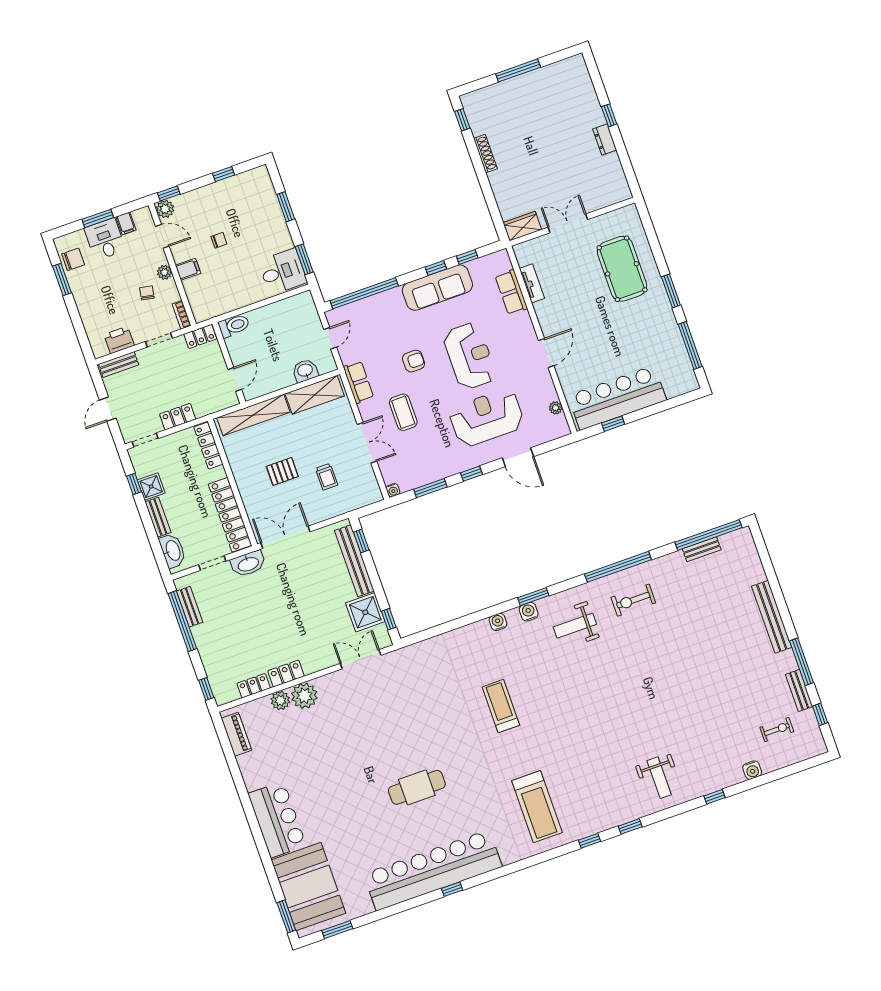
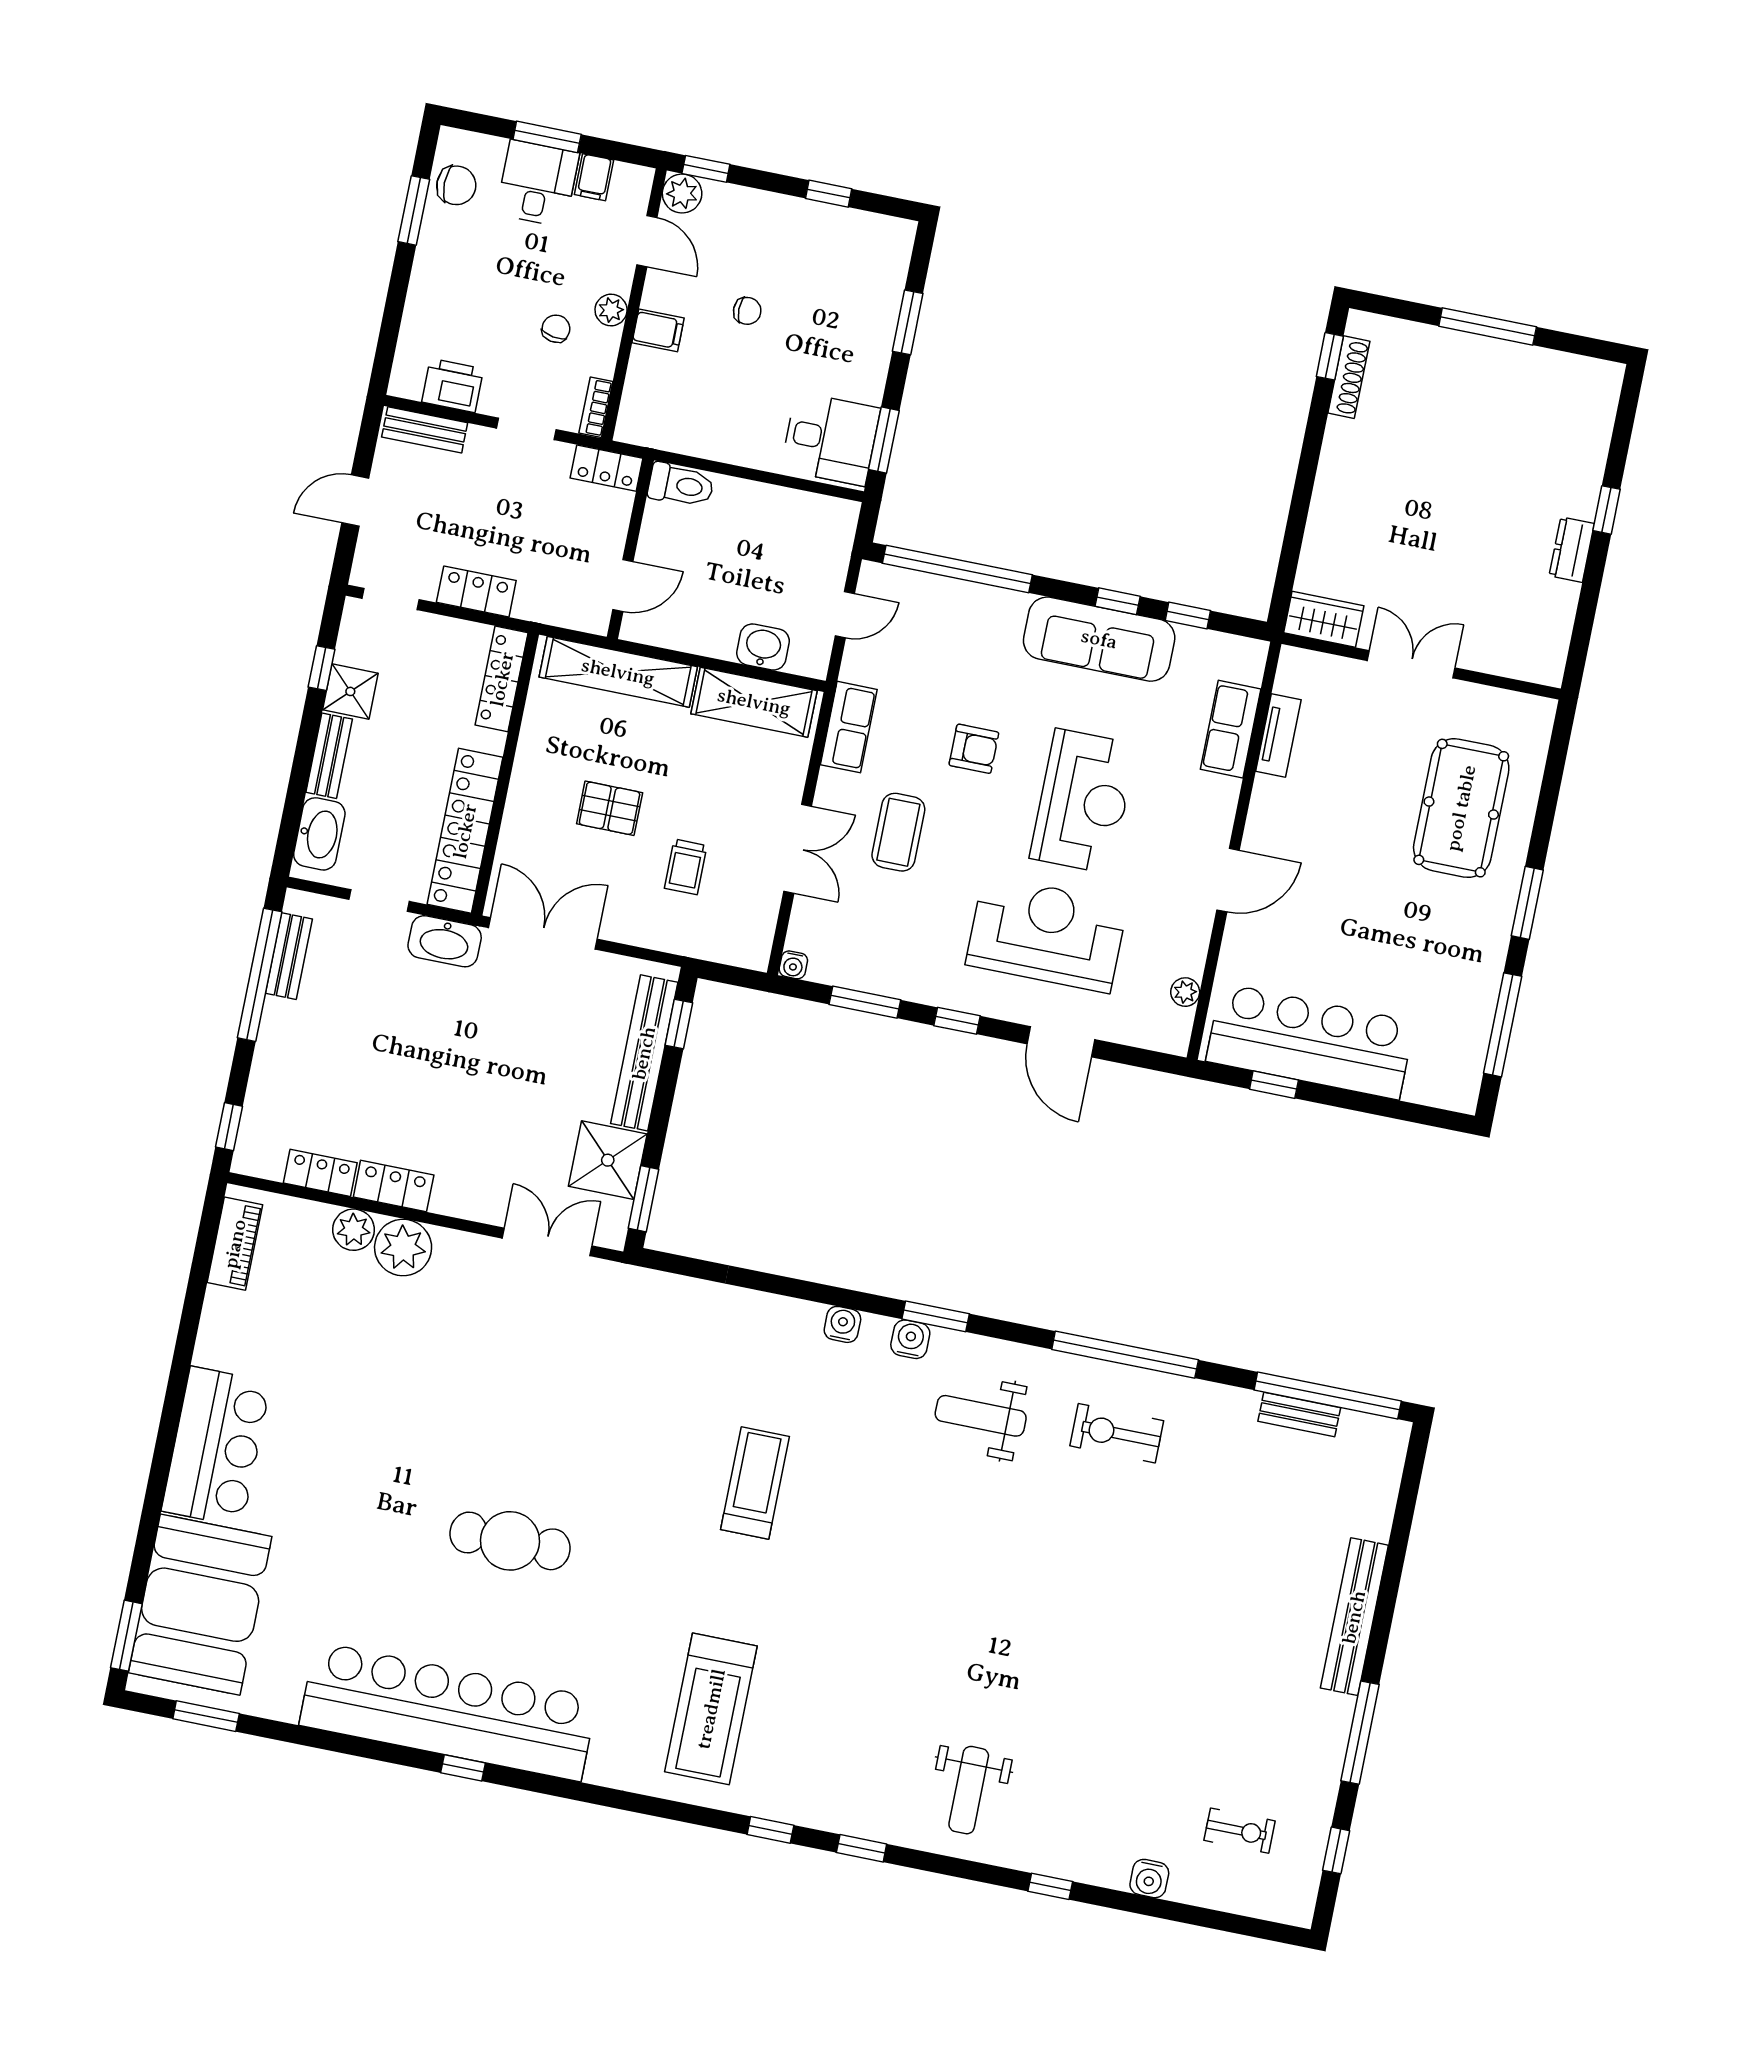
shoe rack: (485, 154) -> (1349, 377), moved
window: (389, 619) -> (644, 1199), width x1.50
bench: (799, 690) -> (1324, 1783), removed

